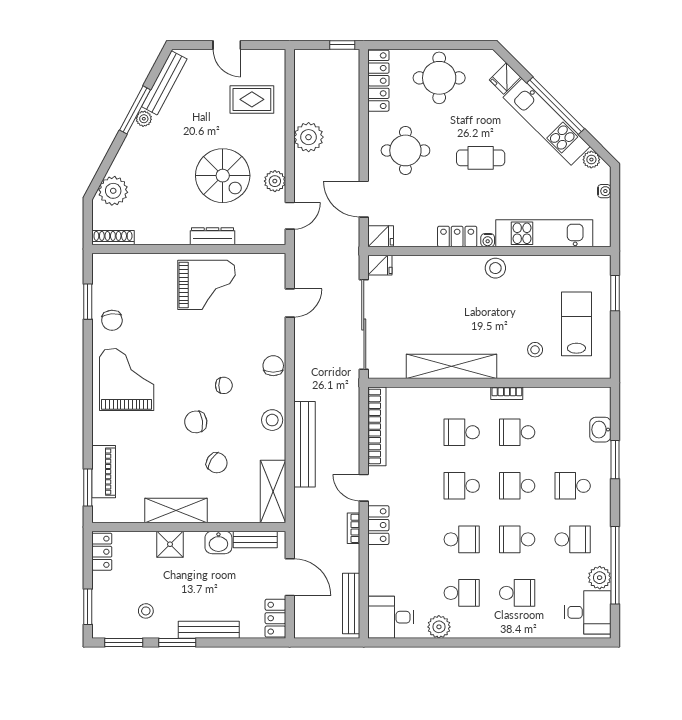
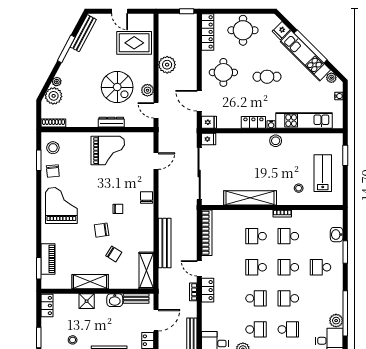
rug: (252, 99) -> (134, 43), width x1.36, depth x1.43
plant: (144, 119) -> (57, 82), moved
door: (290, 216) -> (156, 110), swing flipped
stool: (272, 420) -> (53, 148), moved
school desk: (573, 539) -> (320, 298), removed
door: (290, 577) -> (156, 320), hinge flipped

